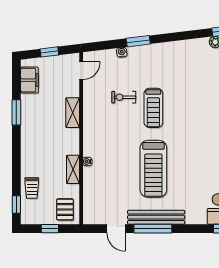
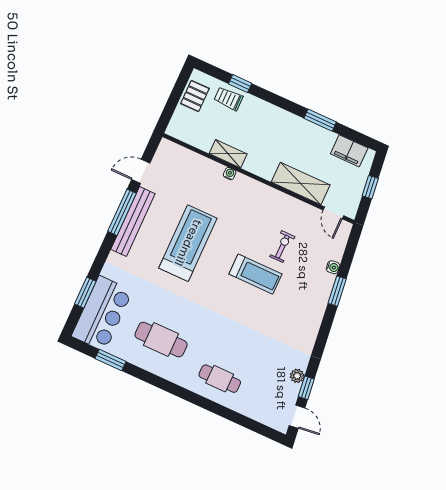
treadmill: (153, 108) -> (255, 274), turned 180
shelving: (73, 113) -> (301, 184), width x1.50, depth x1.33
treadmill: (153, 169) -> (188, 243), turned 90
window: (16, 204) -> (240, 84), moved
pallet: (65, 209) -> (195, 96), moved, turned 90
window: (50, 229) -> (174, 98), removed

